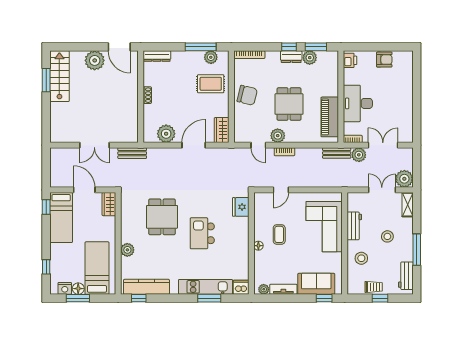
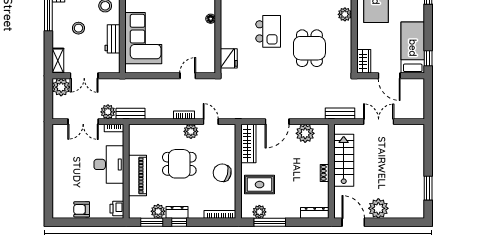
stairs: (59, 76) -> (344, 160), moved, turned 180
dining table: (289, 104) -> (179, 164), turned 90
piano: (330, 117) -> (138, 176), moved
wardrobe: (222, 130) -> (248, 144), width x1.50
coffee table: (279, 234) -> (189, 30), removed

